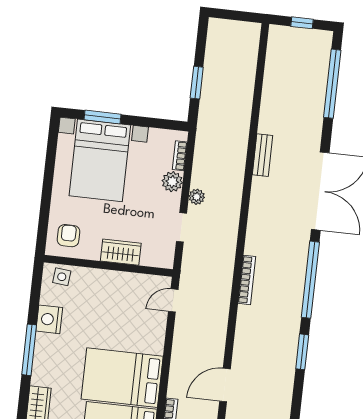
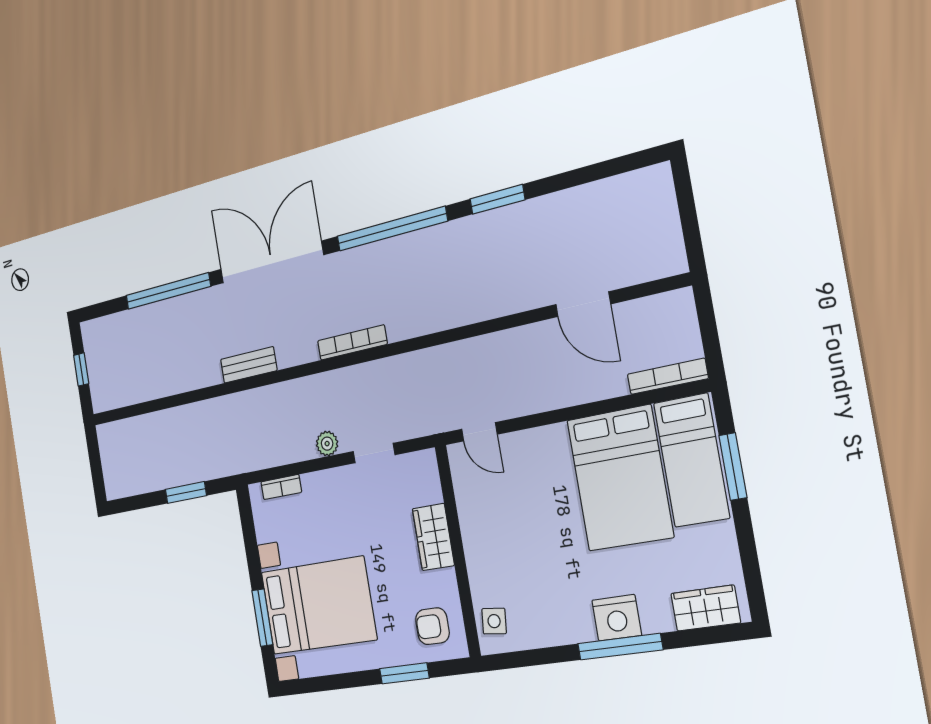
window: (332, 84) -> (168, 291), moved
plant: (172, 182) -> (317, 487), removed
window: (45, 208) -> (404, 673), added
bookcase: (247, 280) -> (352, 342), moved
nightstand: (49, 319) -> (617, 618), moved

